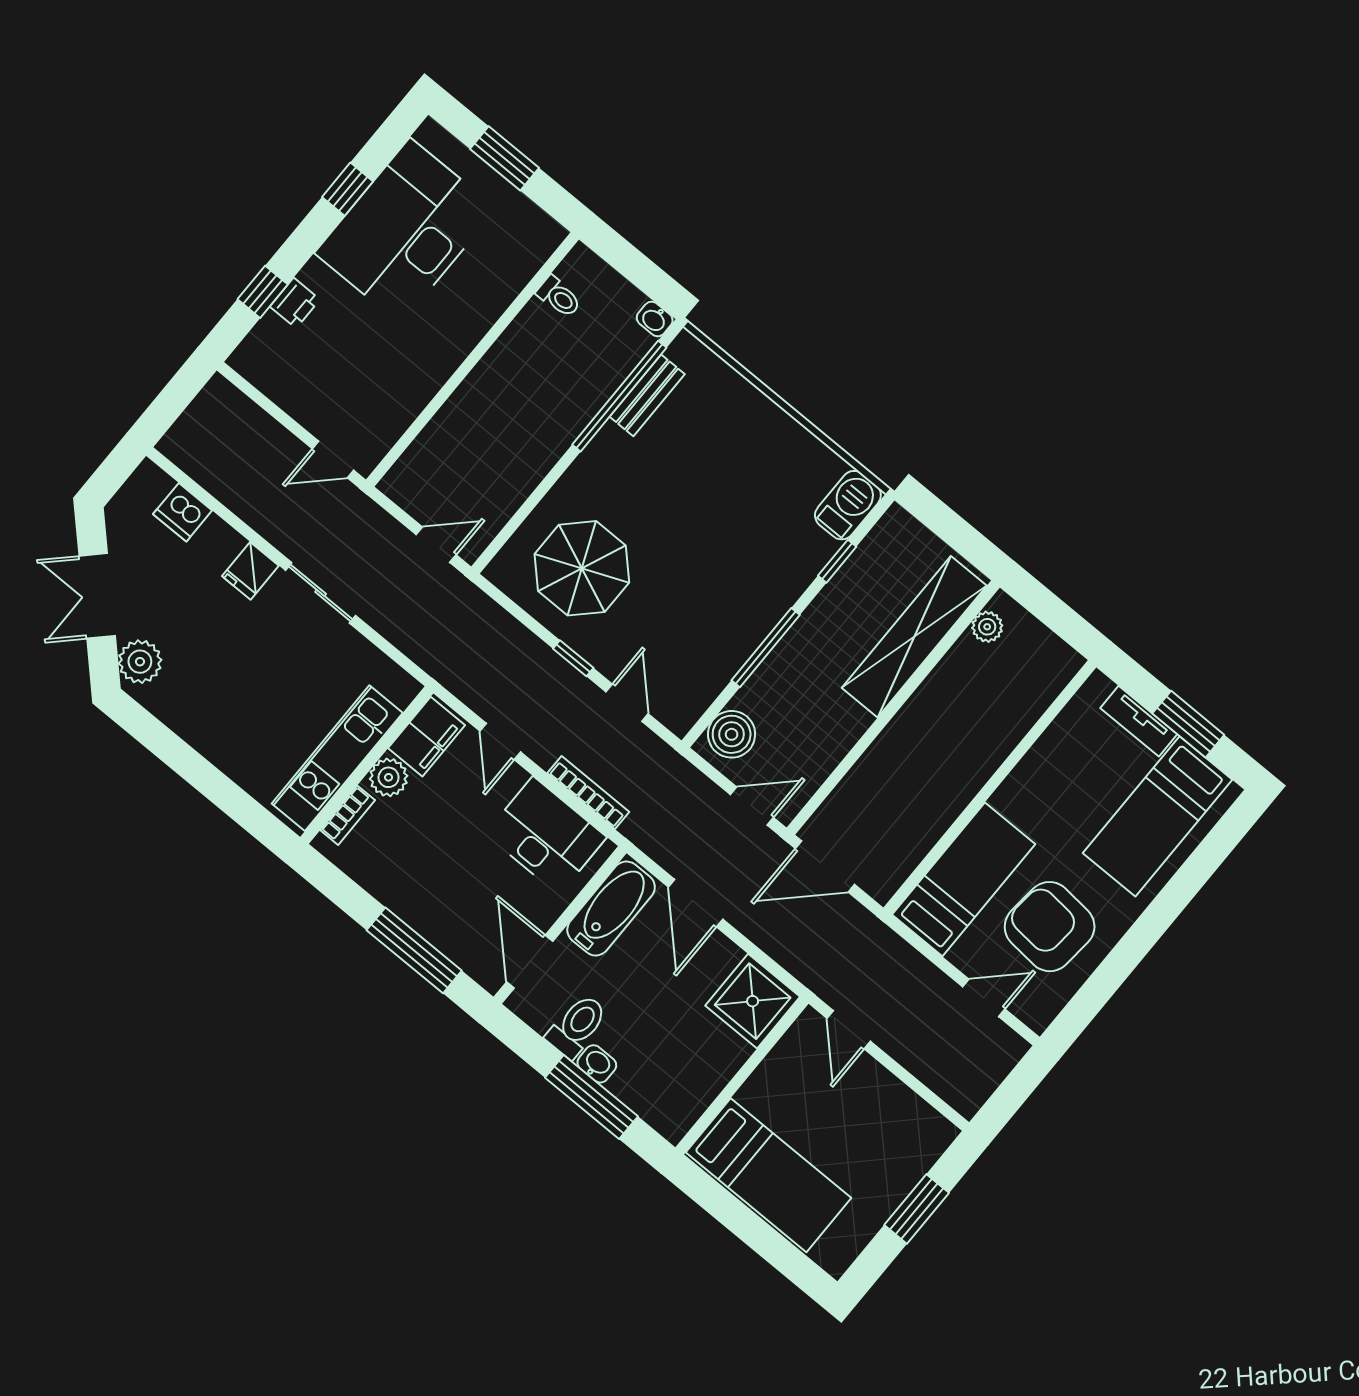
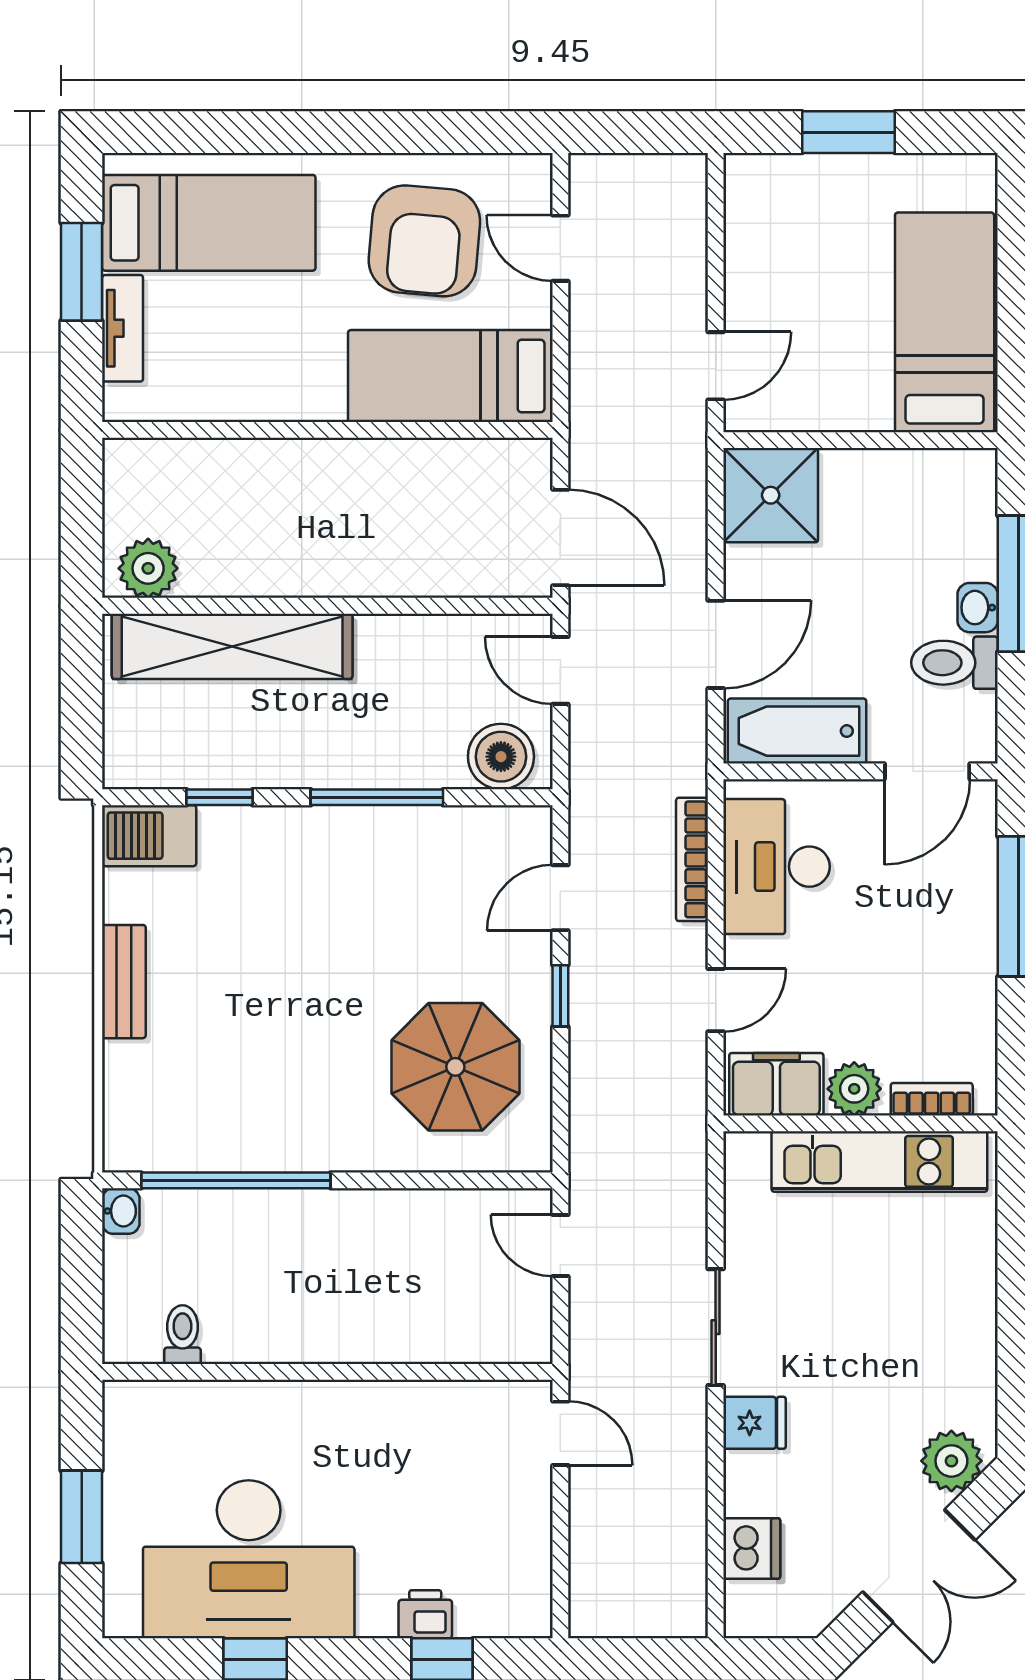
bench: (647, 395) -> (124, 982), moved, turned 90
plant: (987, 627) -> (148, 568), width x1.38, depth x1.38

